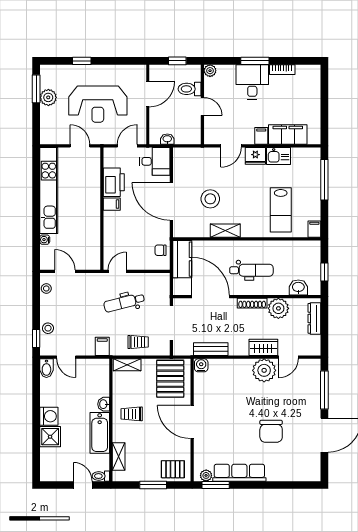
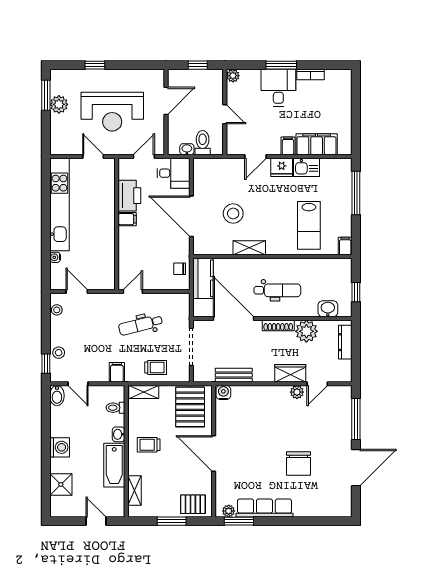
toilet: (190, 89) -> (203, 143), moved, turned 90
plant: (264, 370) -> (297, 392), width x0.53, depth x0.53
shower: (50, 437) -> (61, 484), moved
toilet: (101, 476) -> (115, 408), moved

